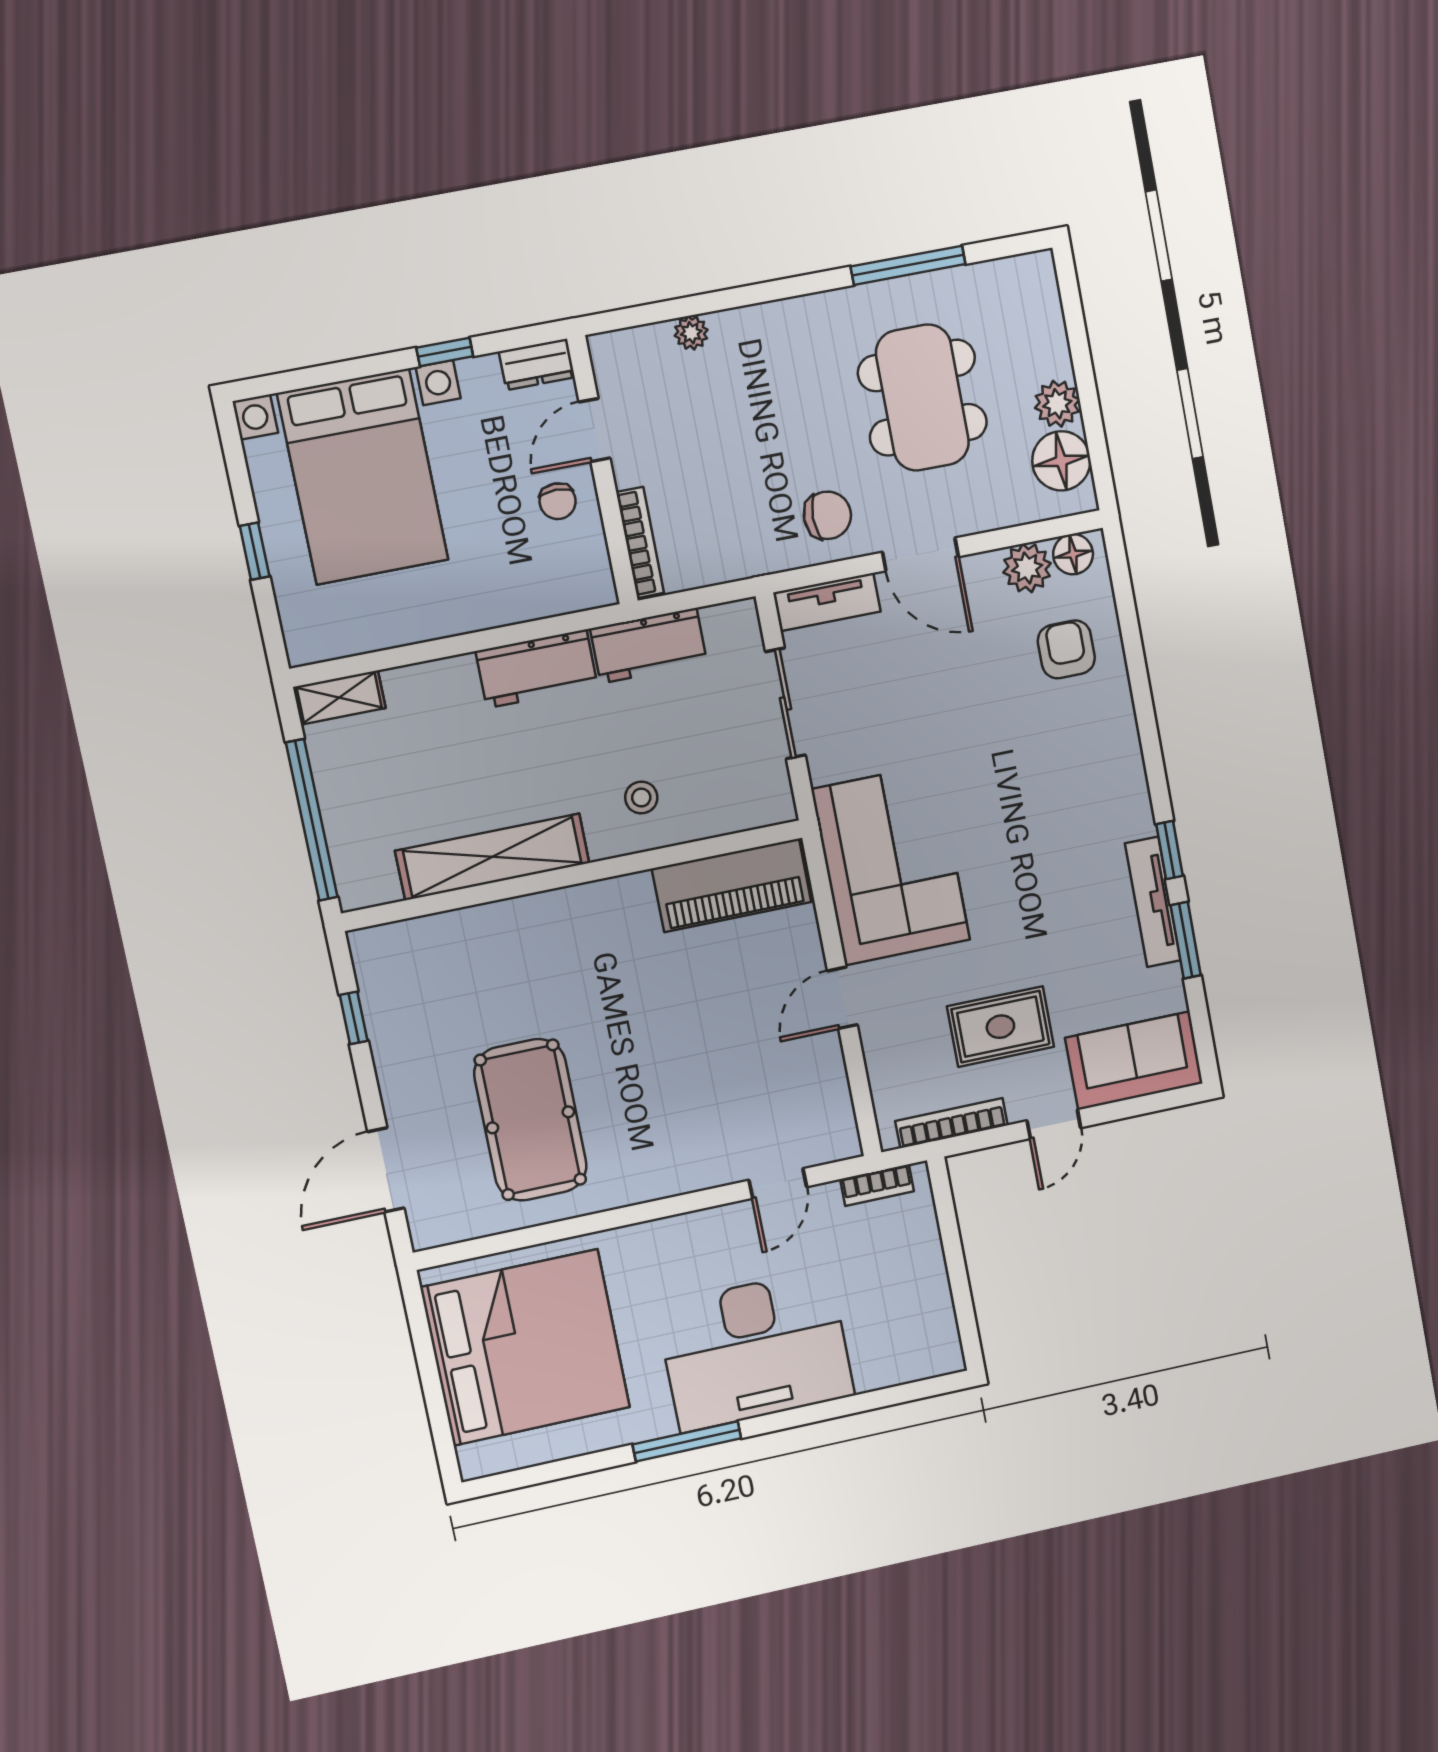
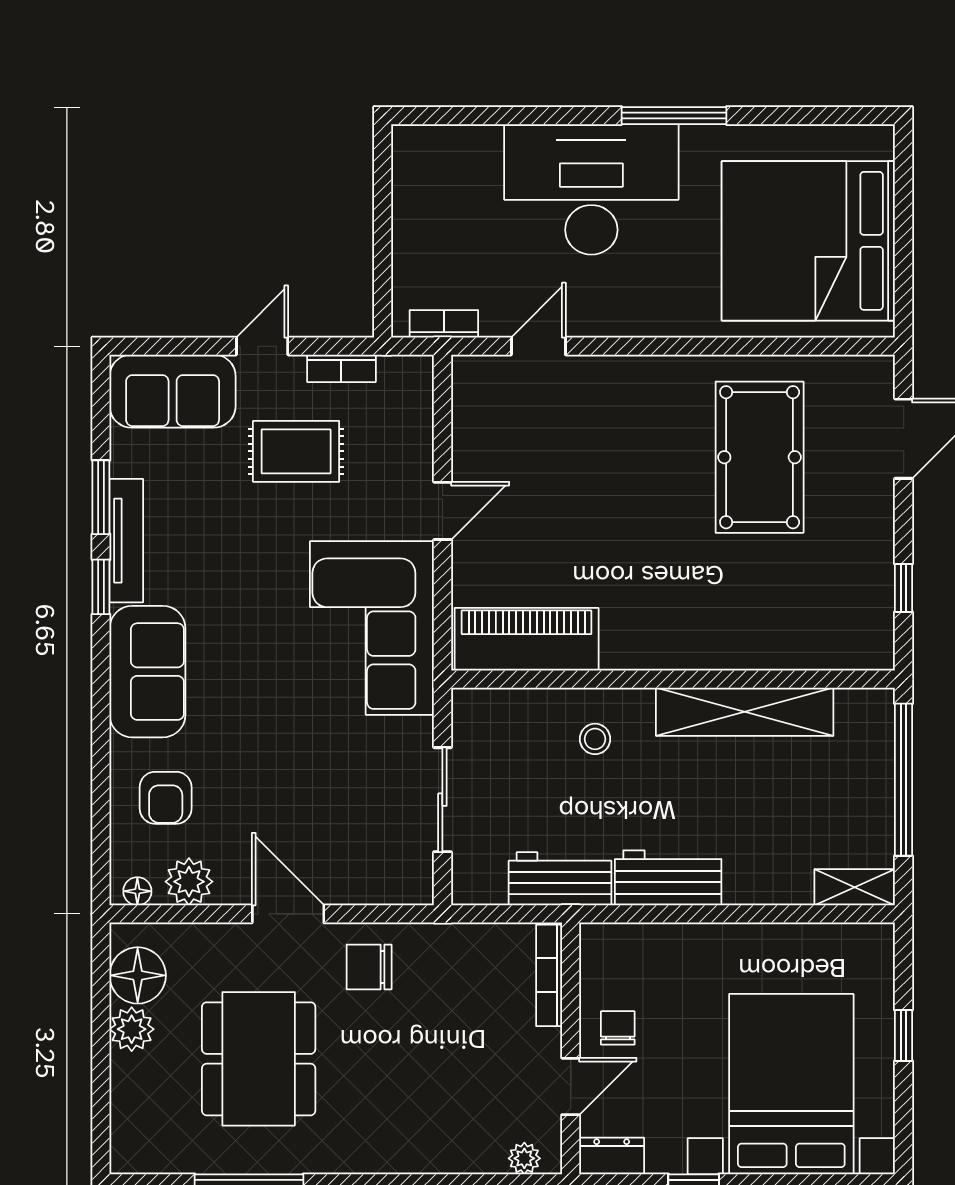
plant: (691, 333) -> (524, 1158), moved
floor lamp: (1073, 554) -> (137, 891), width x0.73, depth x0.73
tv unit: (827, 602) -> (385, 887), removed
sofa: (1108, 774) -> (147, 672), added
bookcase: (952, 1123) -> (341, 368), width x0.64

